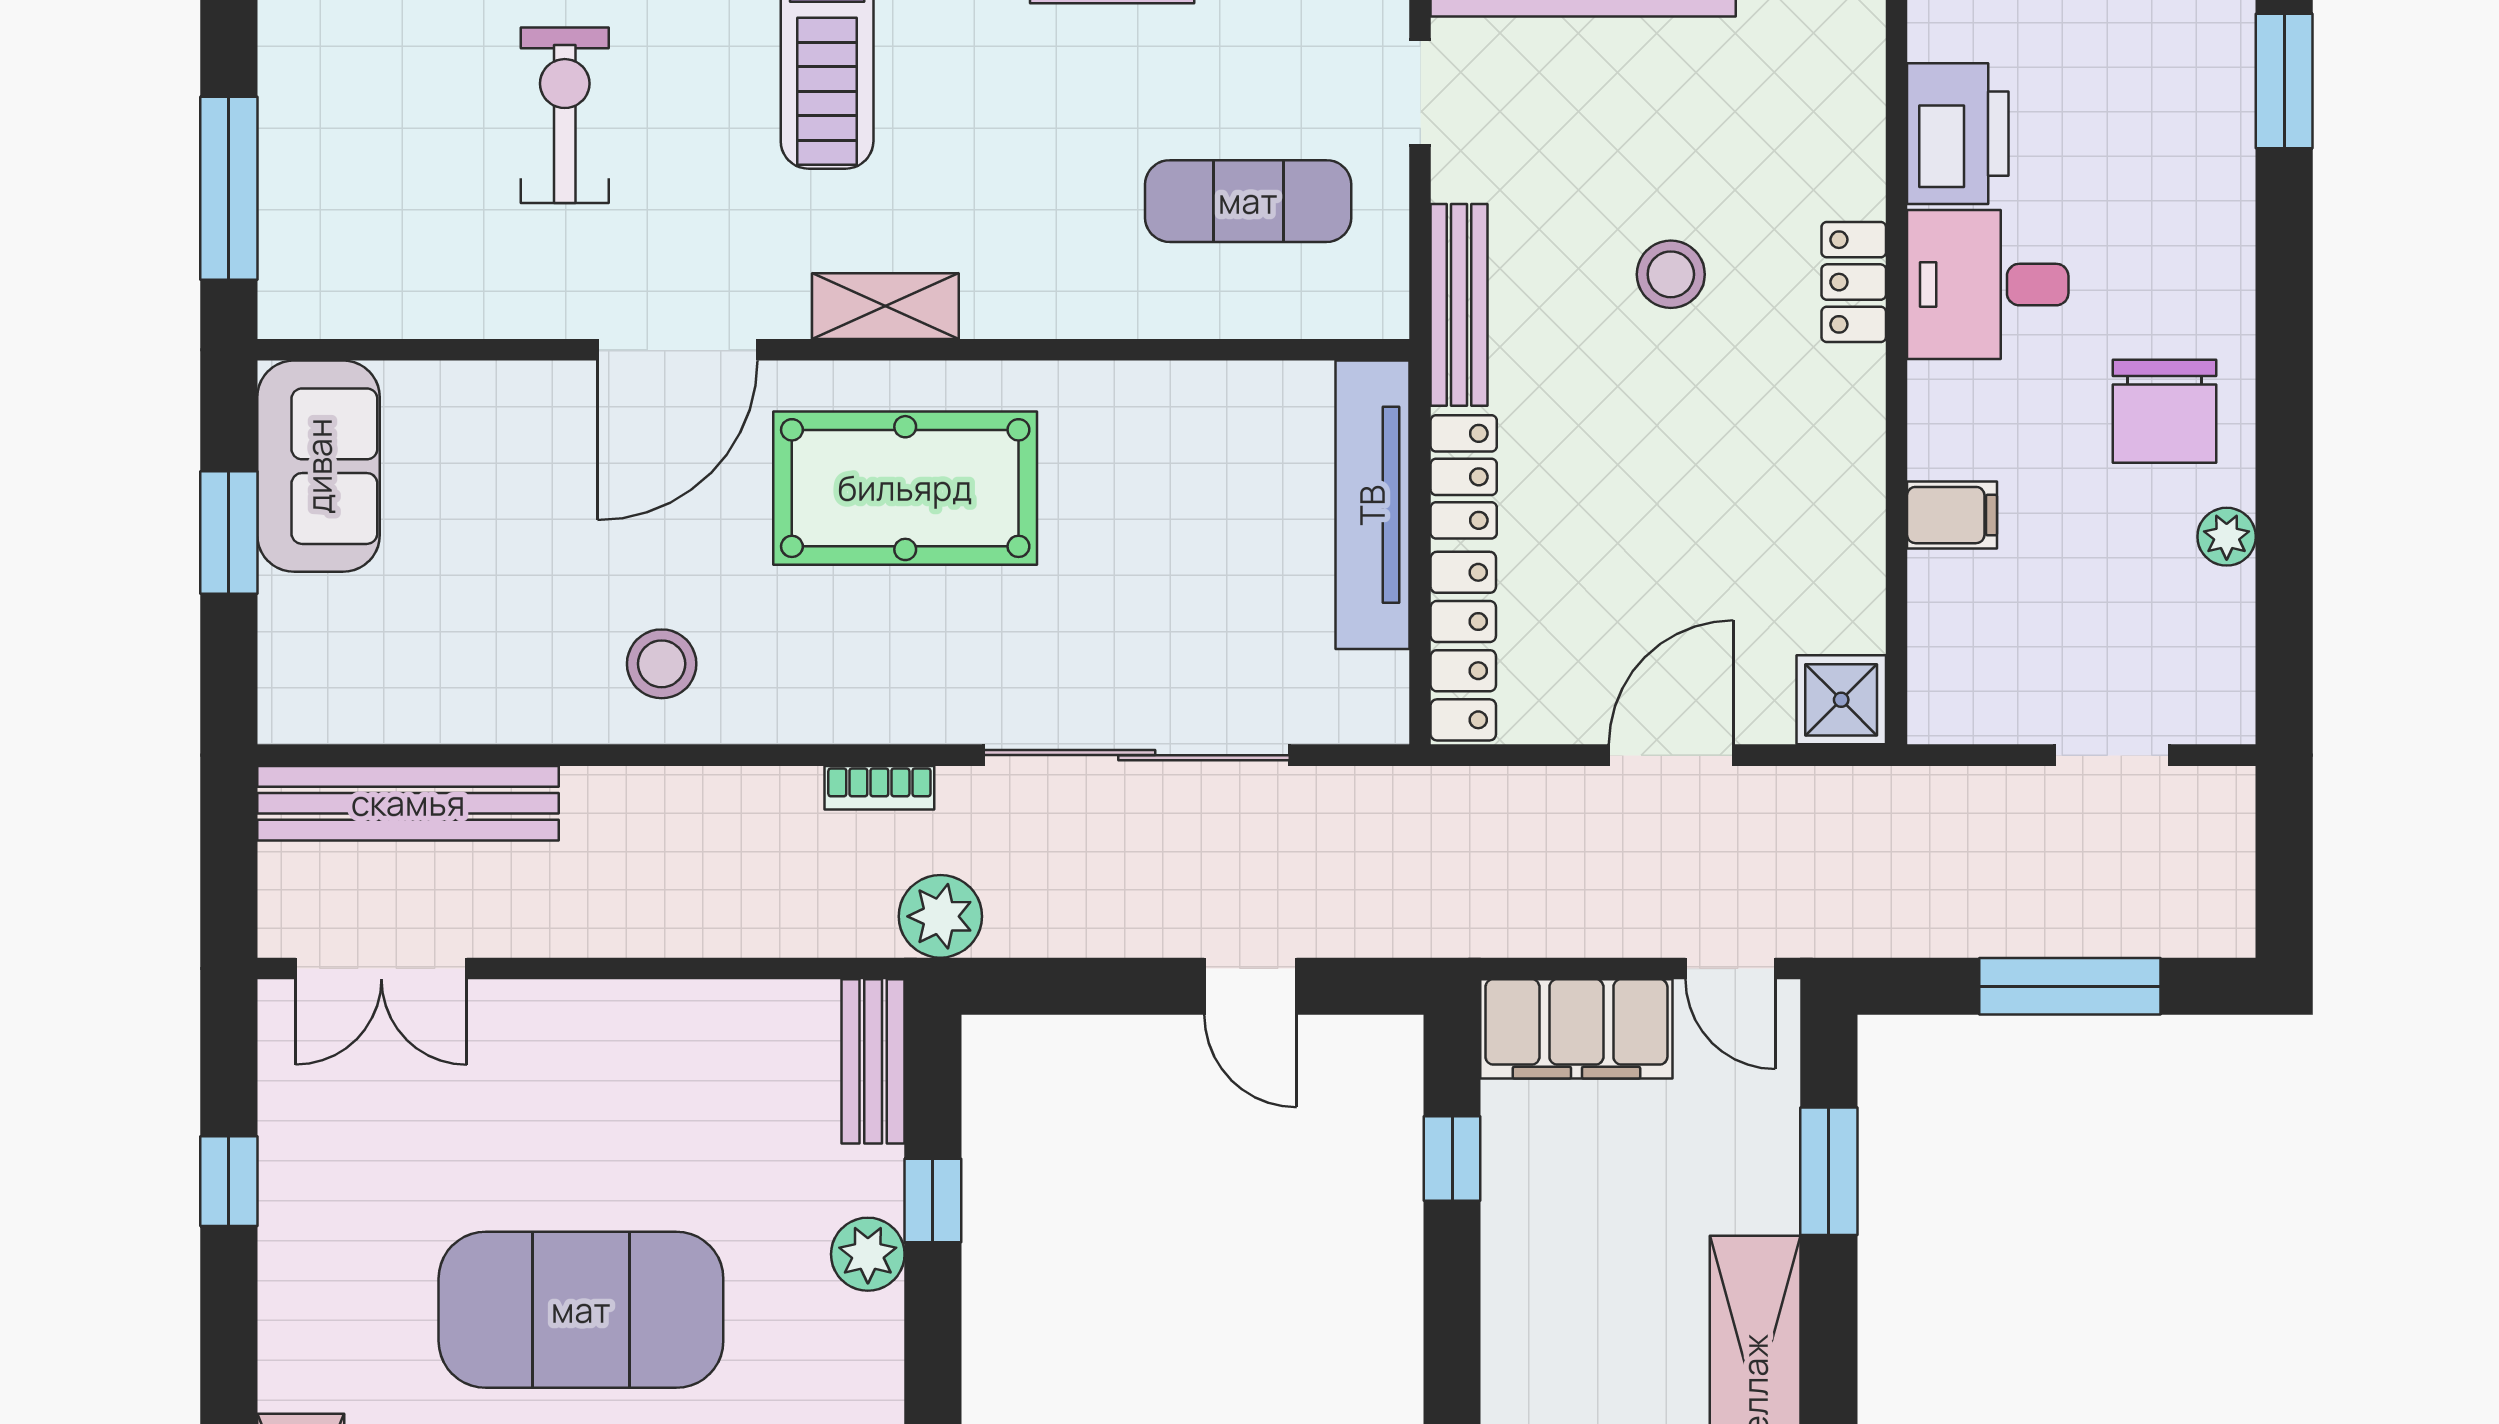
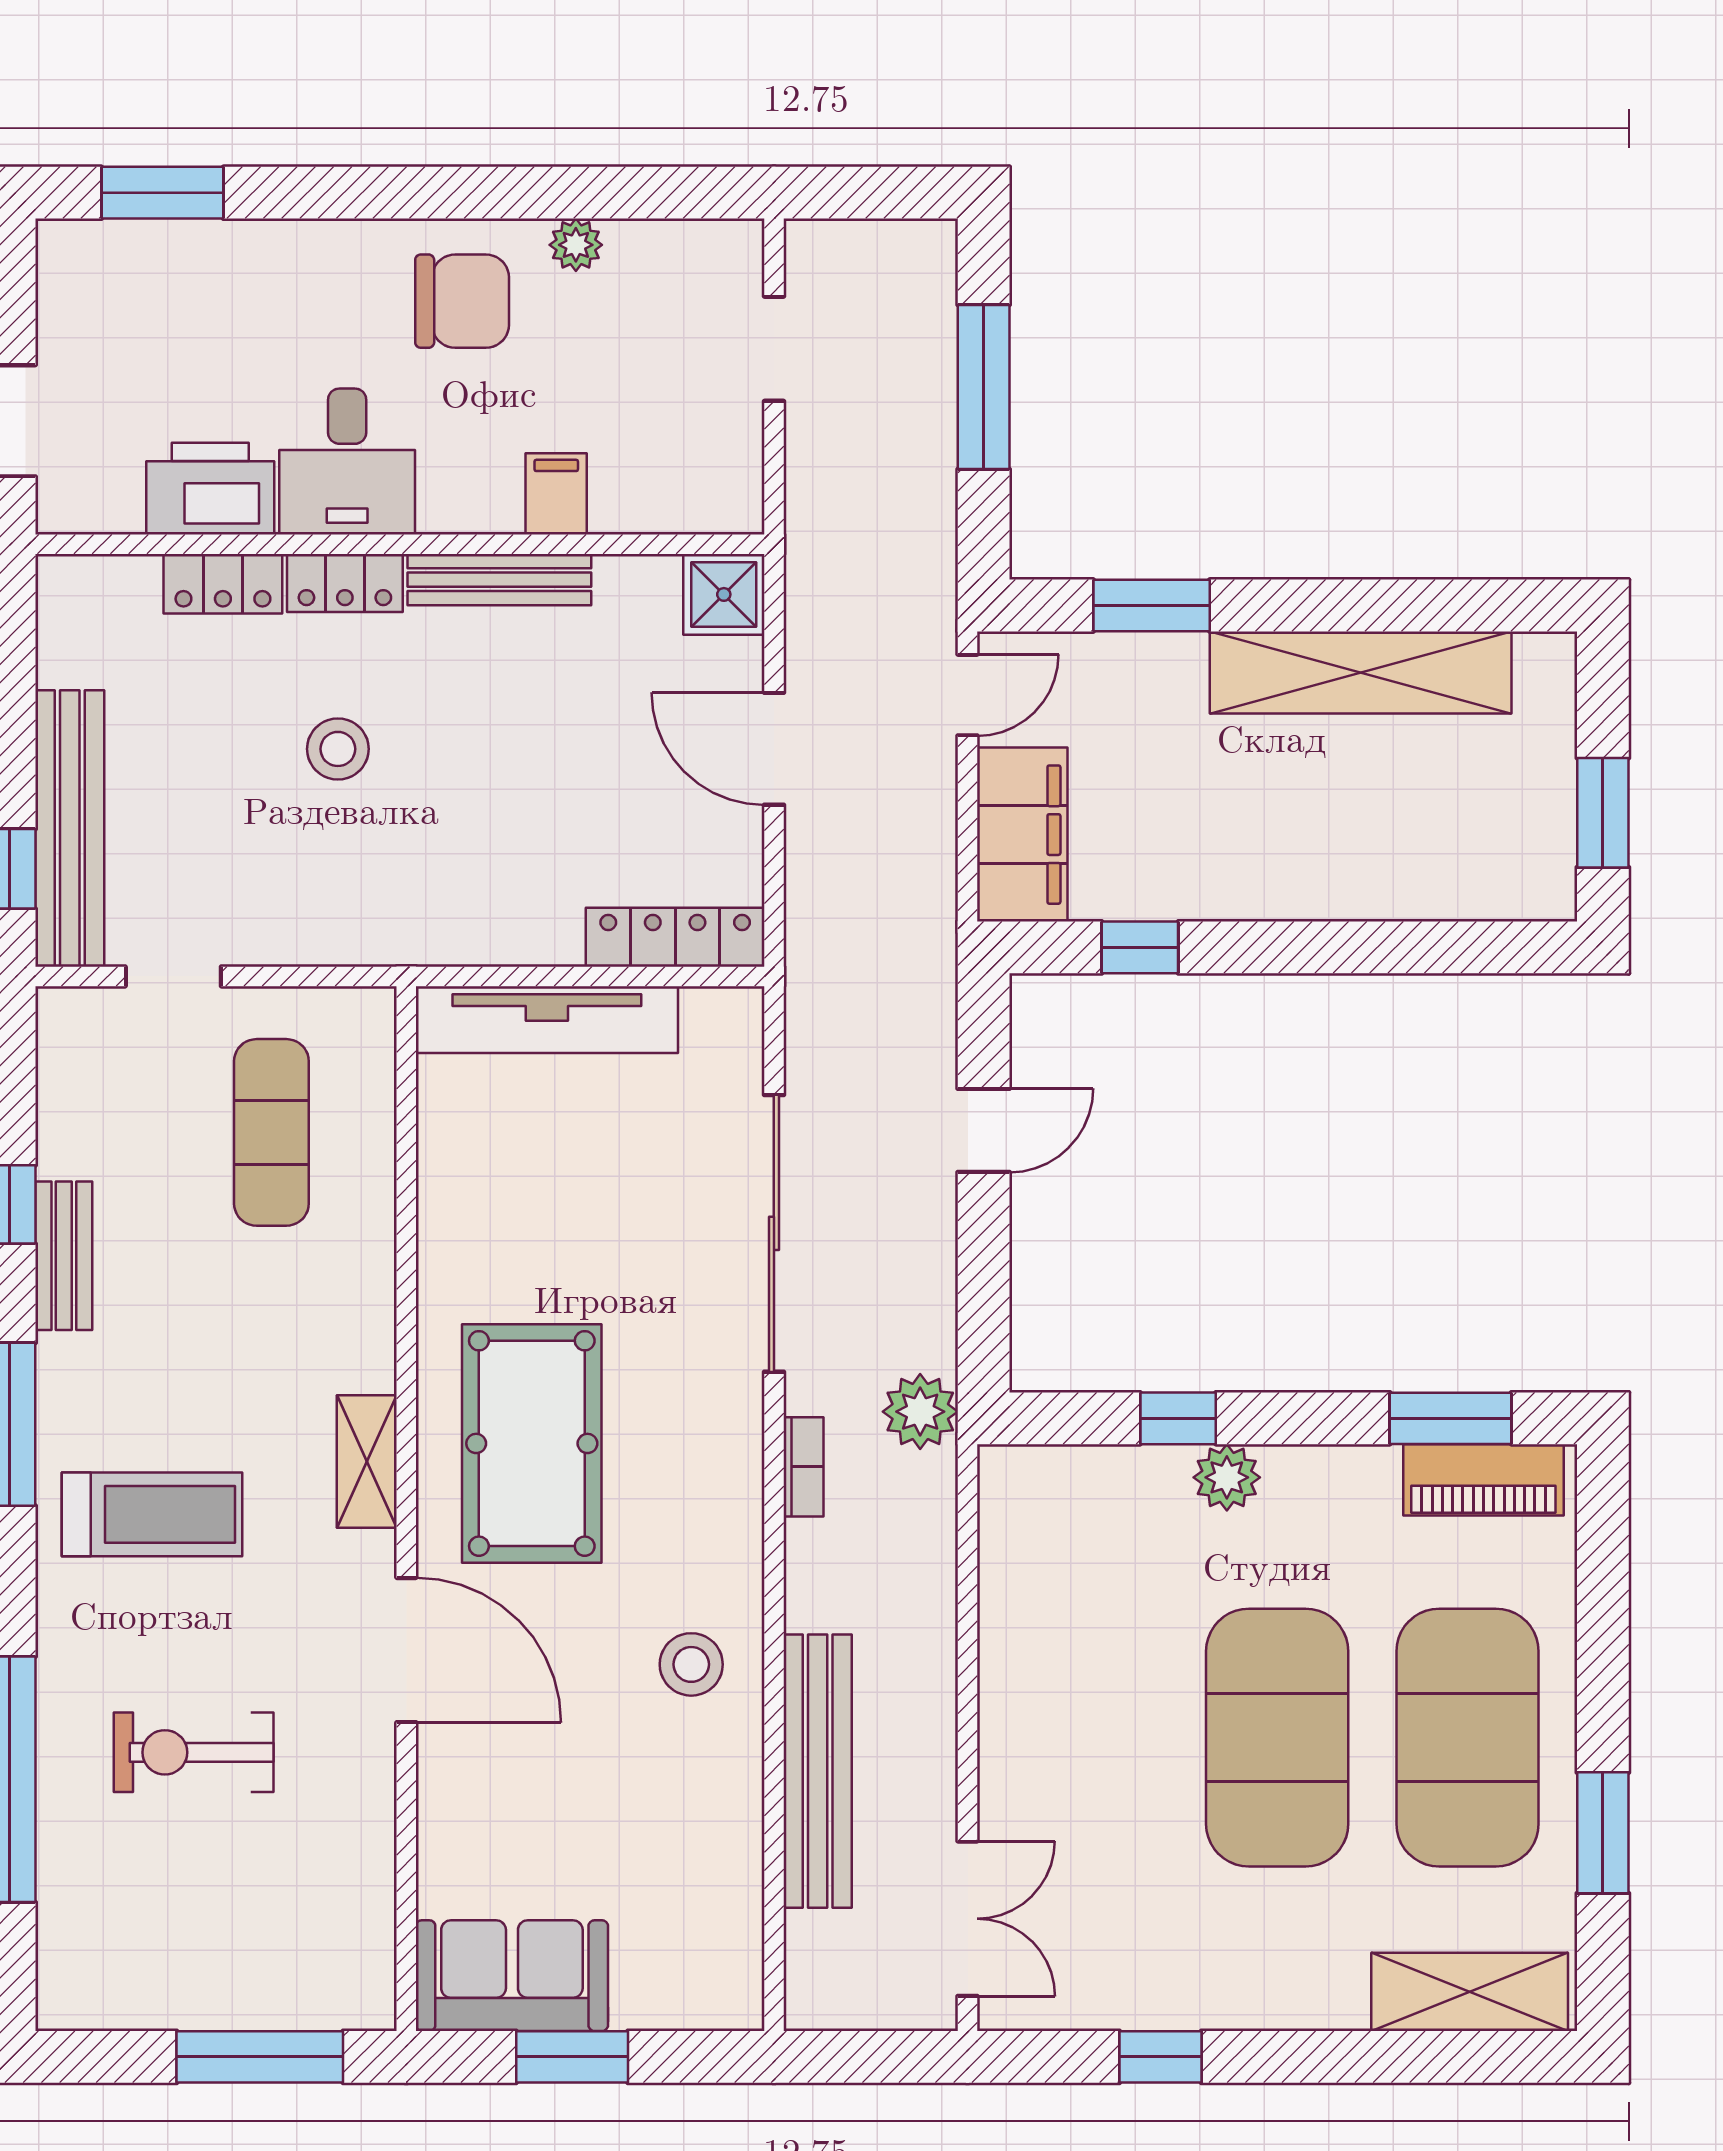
bench: (1459, 305) -> (499, 580), moved
locker: (1464, 477) -> (223, 584), moved, turned 180
bench: (408, 803) -> (818, 1771), moved
bench: (873, 1061) -> (1052, 1473), removed

